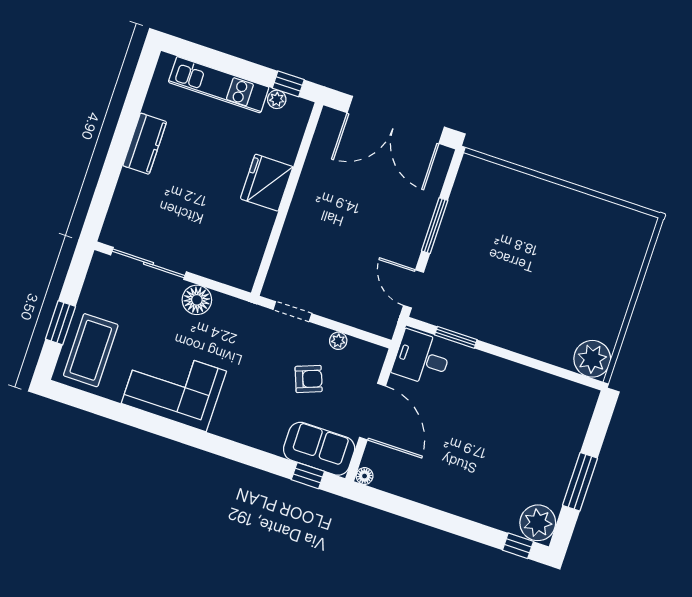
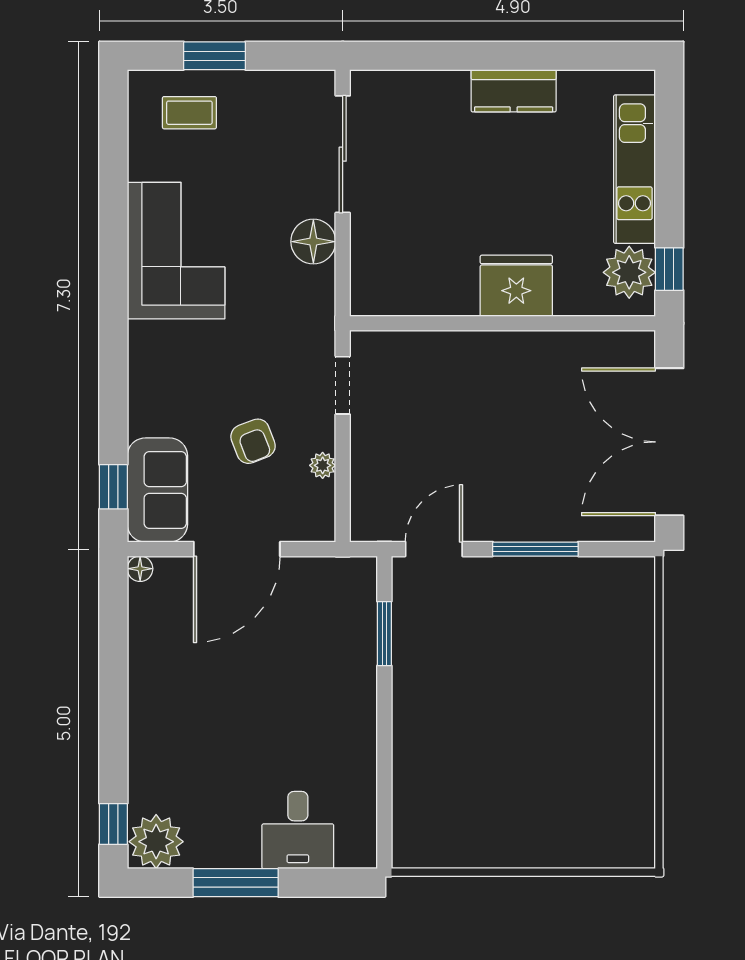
plant: (277, 99) -> (629, 272), width x1.88, depth x1.88
coffee table: (91, 350) -> (189, 113), width x0.54, depth x0.58
desk: (422, 358) -> (298, 830), moved, turned 180
plant: (592, 359) -> (419, 841), removed

